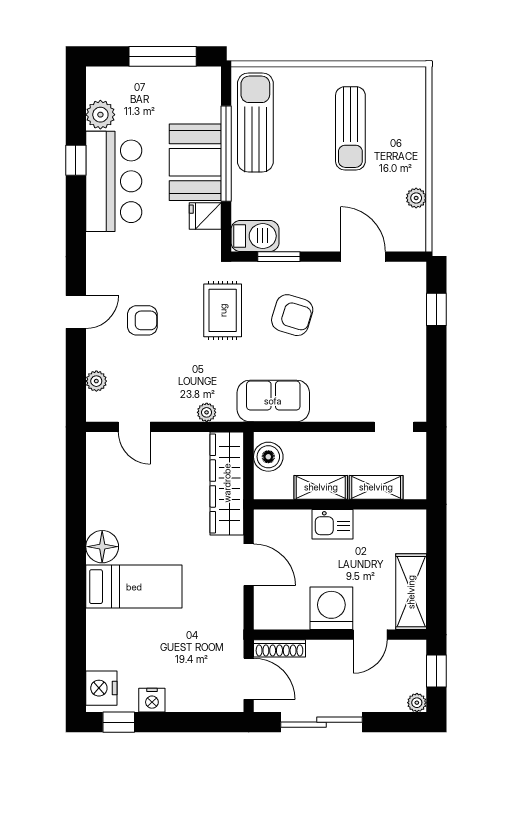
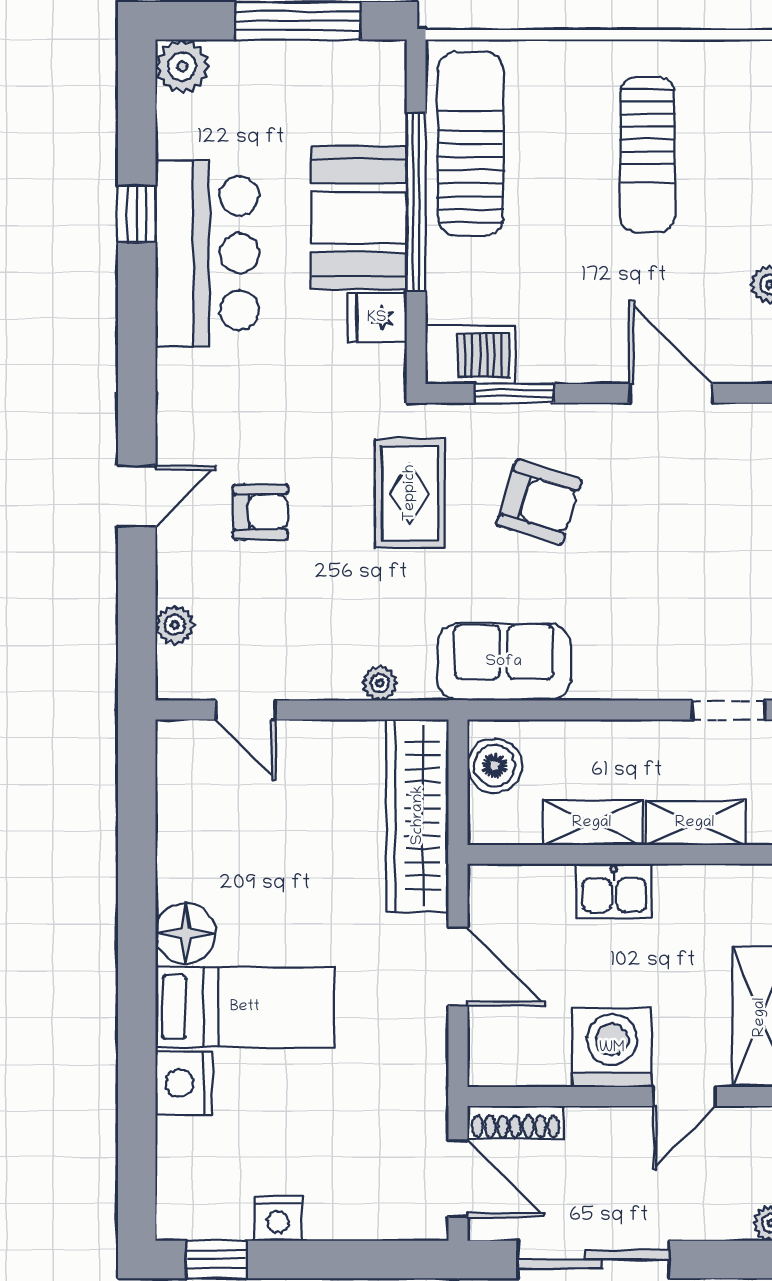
plant: (100, 115) -> (182, 66), moved
nightstand: (101, 688) -> (184, 1083), moved

